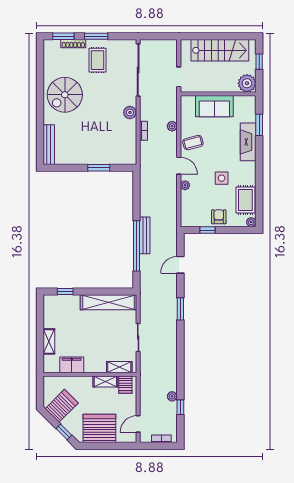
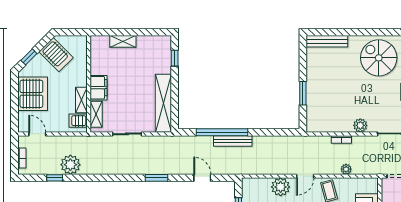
plant: (185, 185) -> (281, 187), width x1.87, depth x1.87
filing cabinet: (72, 365) -> (99, 88), moved
plant: (172, 396) -> (70, 165), width x1.88, depth x1.88

